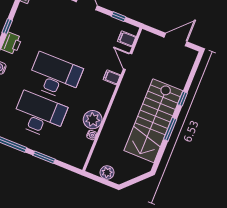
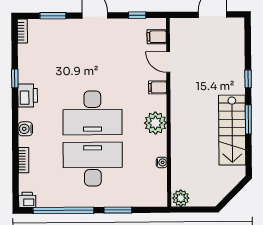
desk: (55, 76) -> (92, 113), turned 180
plant: (93, 120) -> (155, 123), moved
stairs: (153, 121) -> (232, 130), width x0.73, depth x0.66
plant: (107, 172) -> (181, 198), moved

